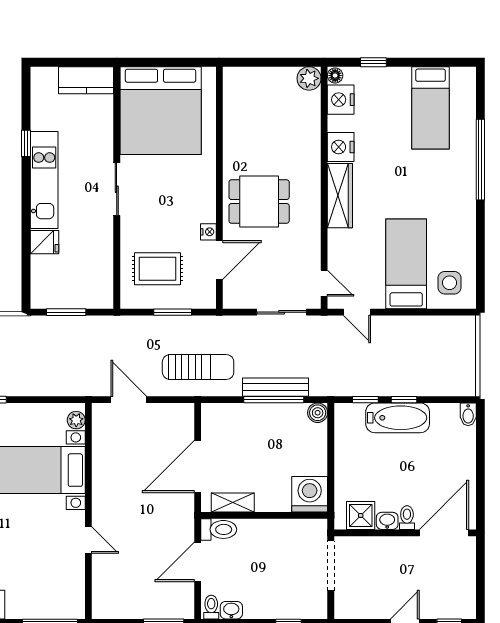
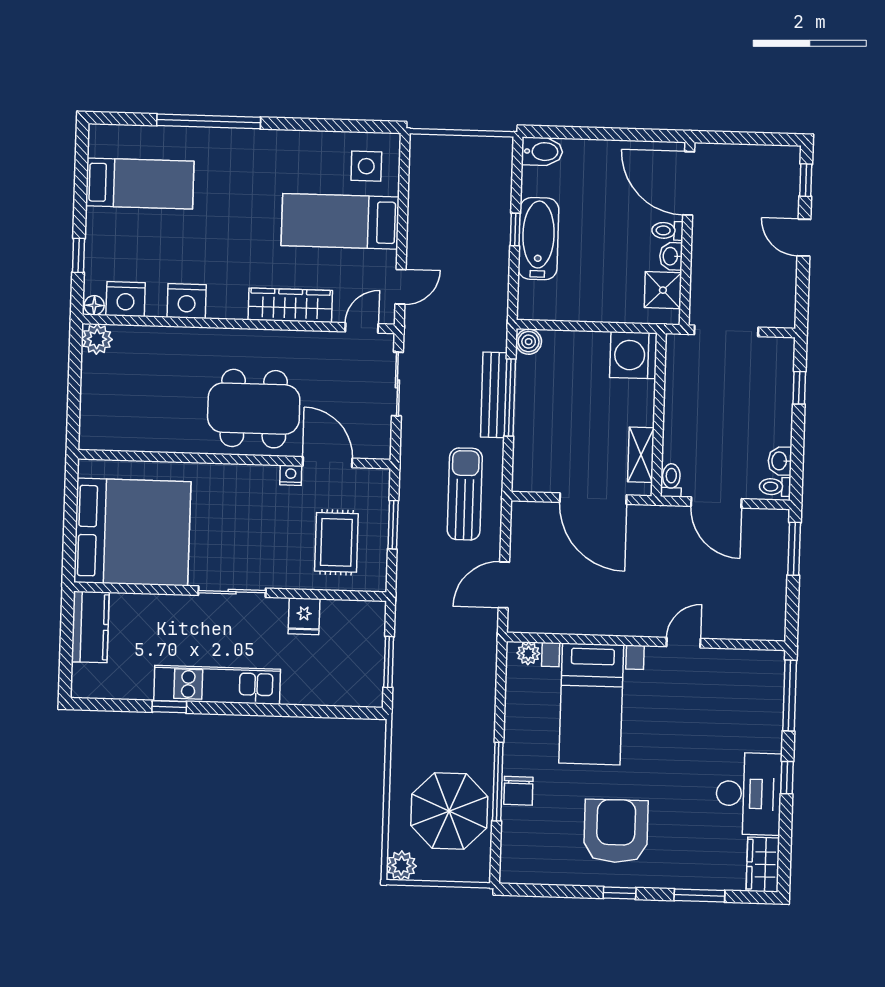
wardrobe: (340, 196) -> (290, 305), moved
dining table: (259, 202) -> (254, 409), width x1.38
fridge: (45, 242) -> (304, 616), moved, turned 180
window: (365, 400) -> (514, 279), removed
bidet: (468, 414) -> (542, 151), width x1.38, depth x1.36
toilet: (219, 529) -> (671, 480), width x0.73, depth x0.72

